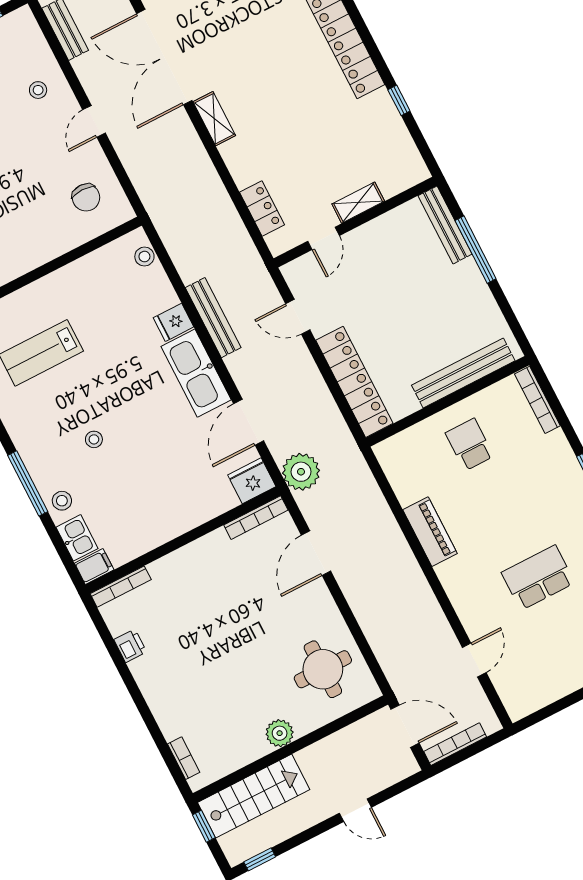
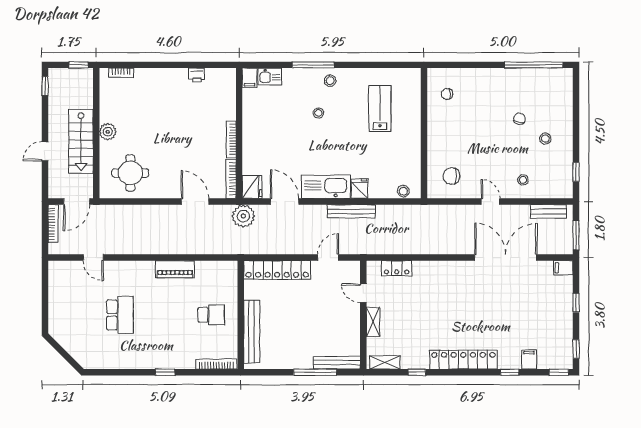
shelving: (214, 119) -> (385, 362), moved
stool: (62, 501) -> (330, 81), moved
bookcase: (121, 587) -> (231, 140), moved
stairs: (254, 796) -> (81, 141), moved

